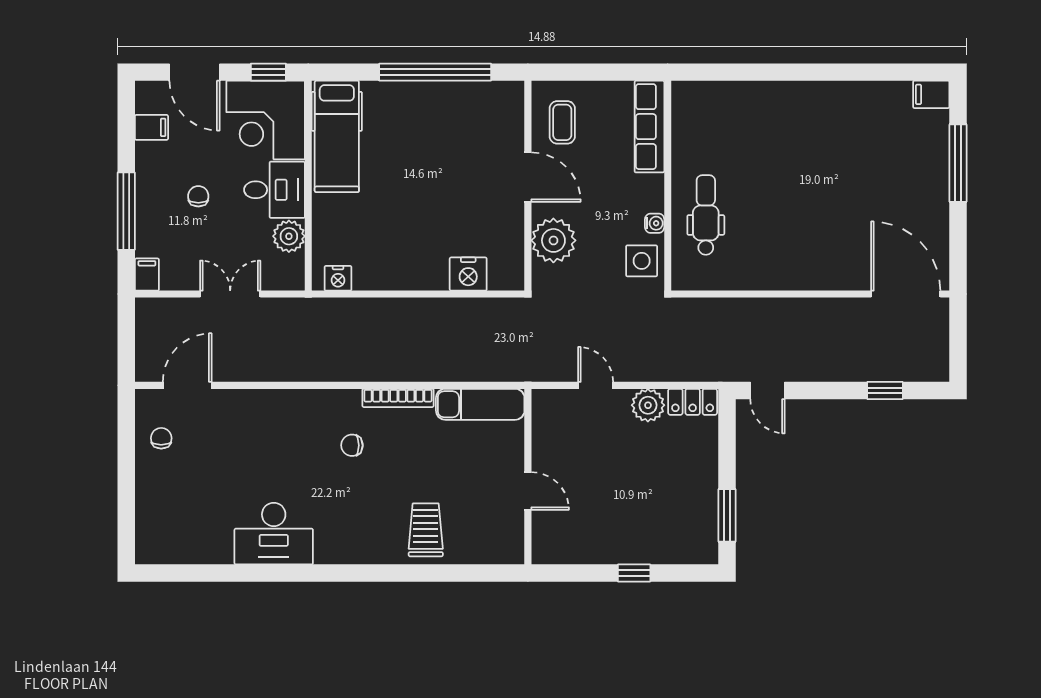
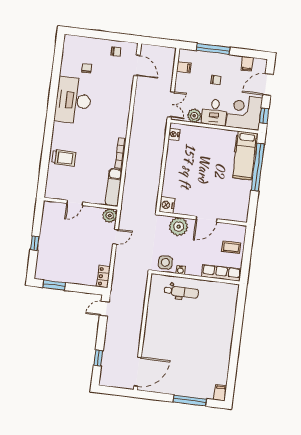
window: (435, 72) -> (258, 167), moved
coffee table: (562, 122) -> (231, 247), moved
hospital bed: (337, 136) -> (245, 156), moved, turned -90
nightstand: (468, 274) -> (167, 205), moved
filing cabinet: (147, 275) -> (184, 67), moved
double door: (230, 294) -> (171, 104), moved
plant: (648, 405) -> (110, 216), moved
chair: (352, 445) -> (87, 68), moved
desk: (274, 534) -> (73, 100), width x1.36, depth x1.30

